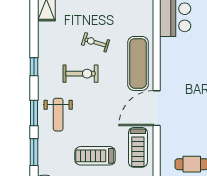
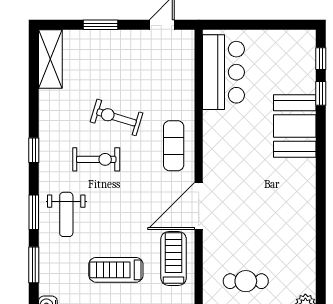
exercise bike: (95, 42) -> (116, 117), width x1.38, depth x1.39
exercise mat: (138, 63) -> (174, 146), width x0.73, depth x0.69
treadmill: (138, 147) -> (174, 259), turned 180

